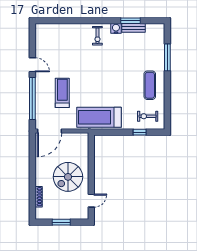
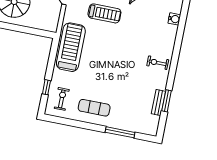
water cooler: (116, 28) -> (174, 19), moved

